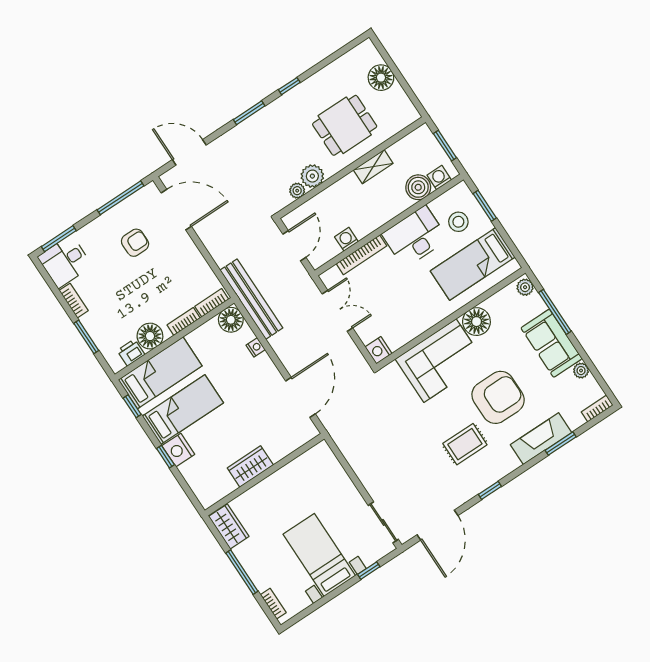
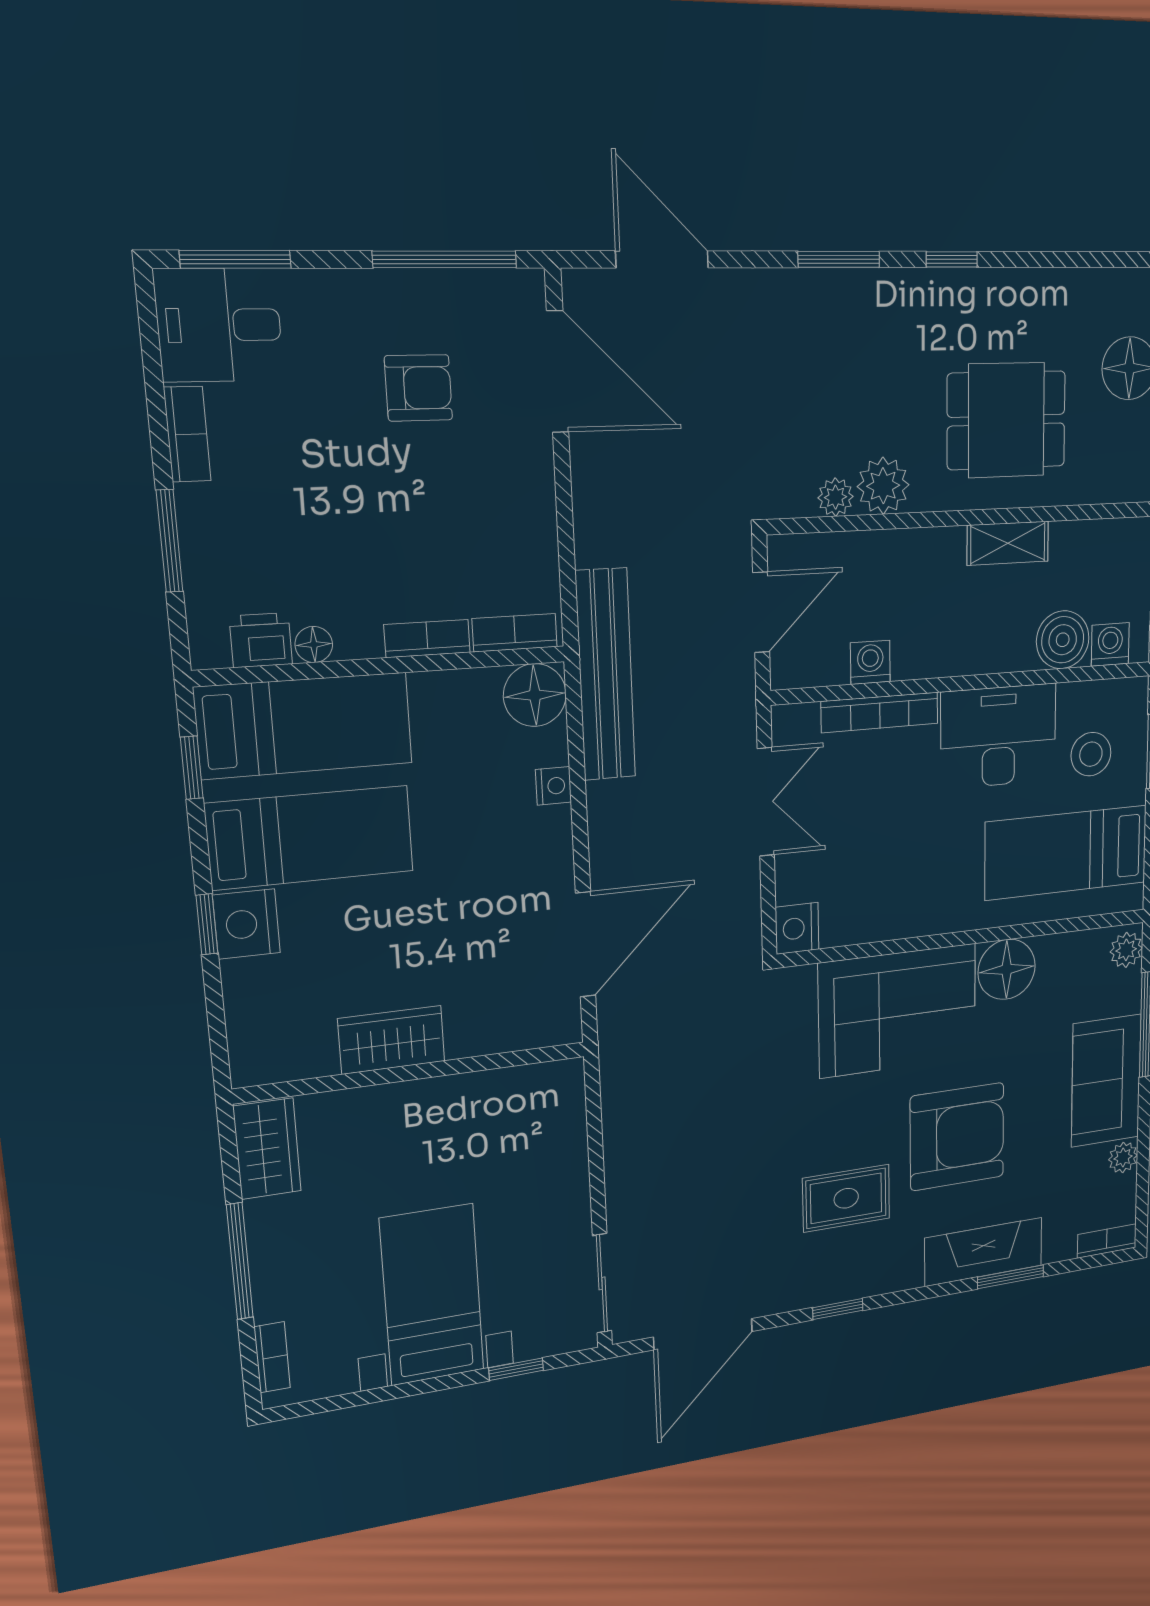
floor lamp: (150, 336) -> (314, 644), width x0.53, depth x0.53

